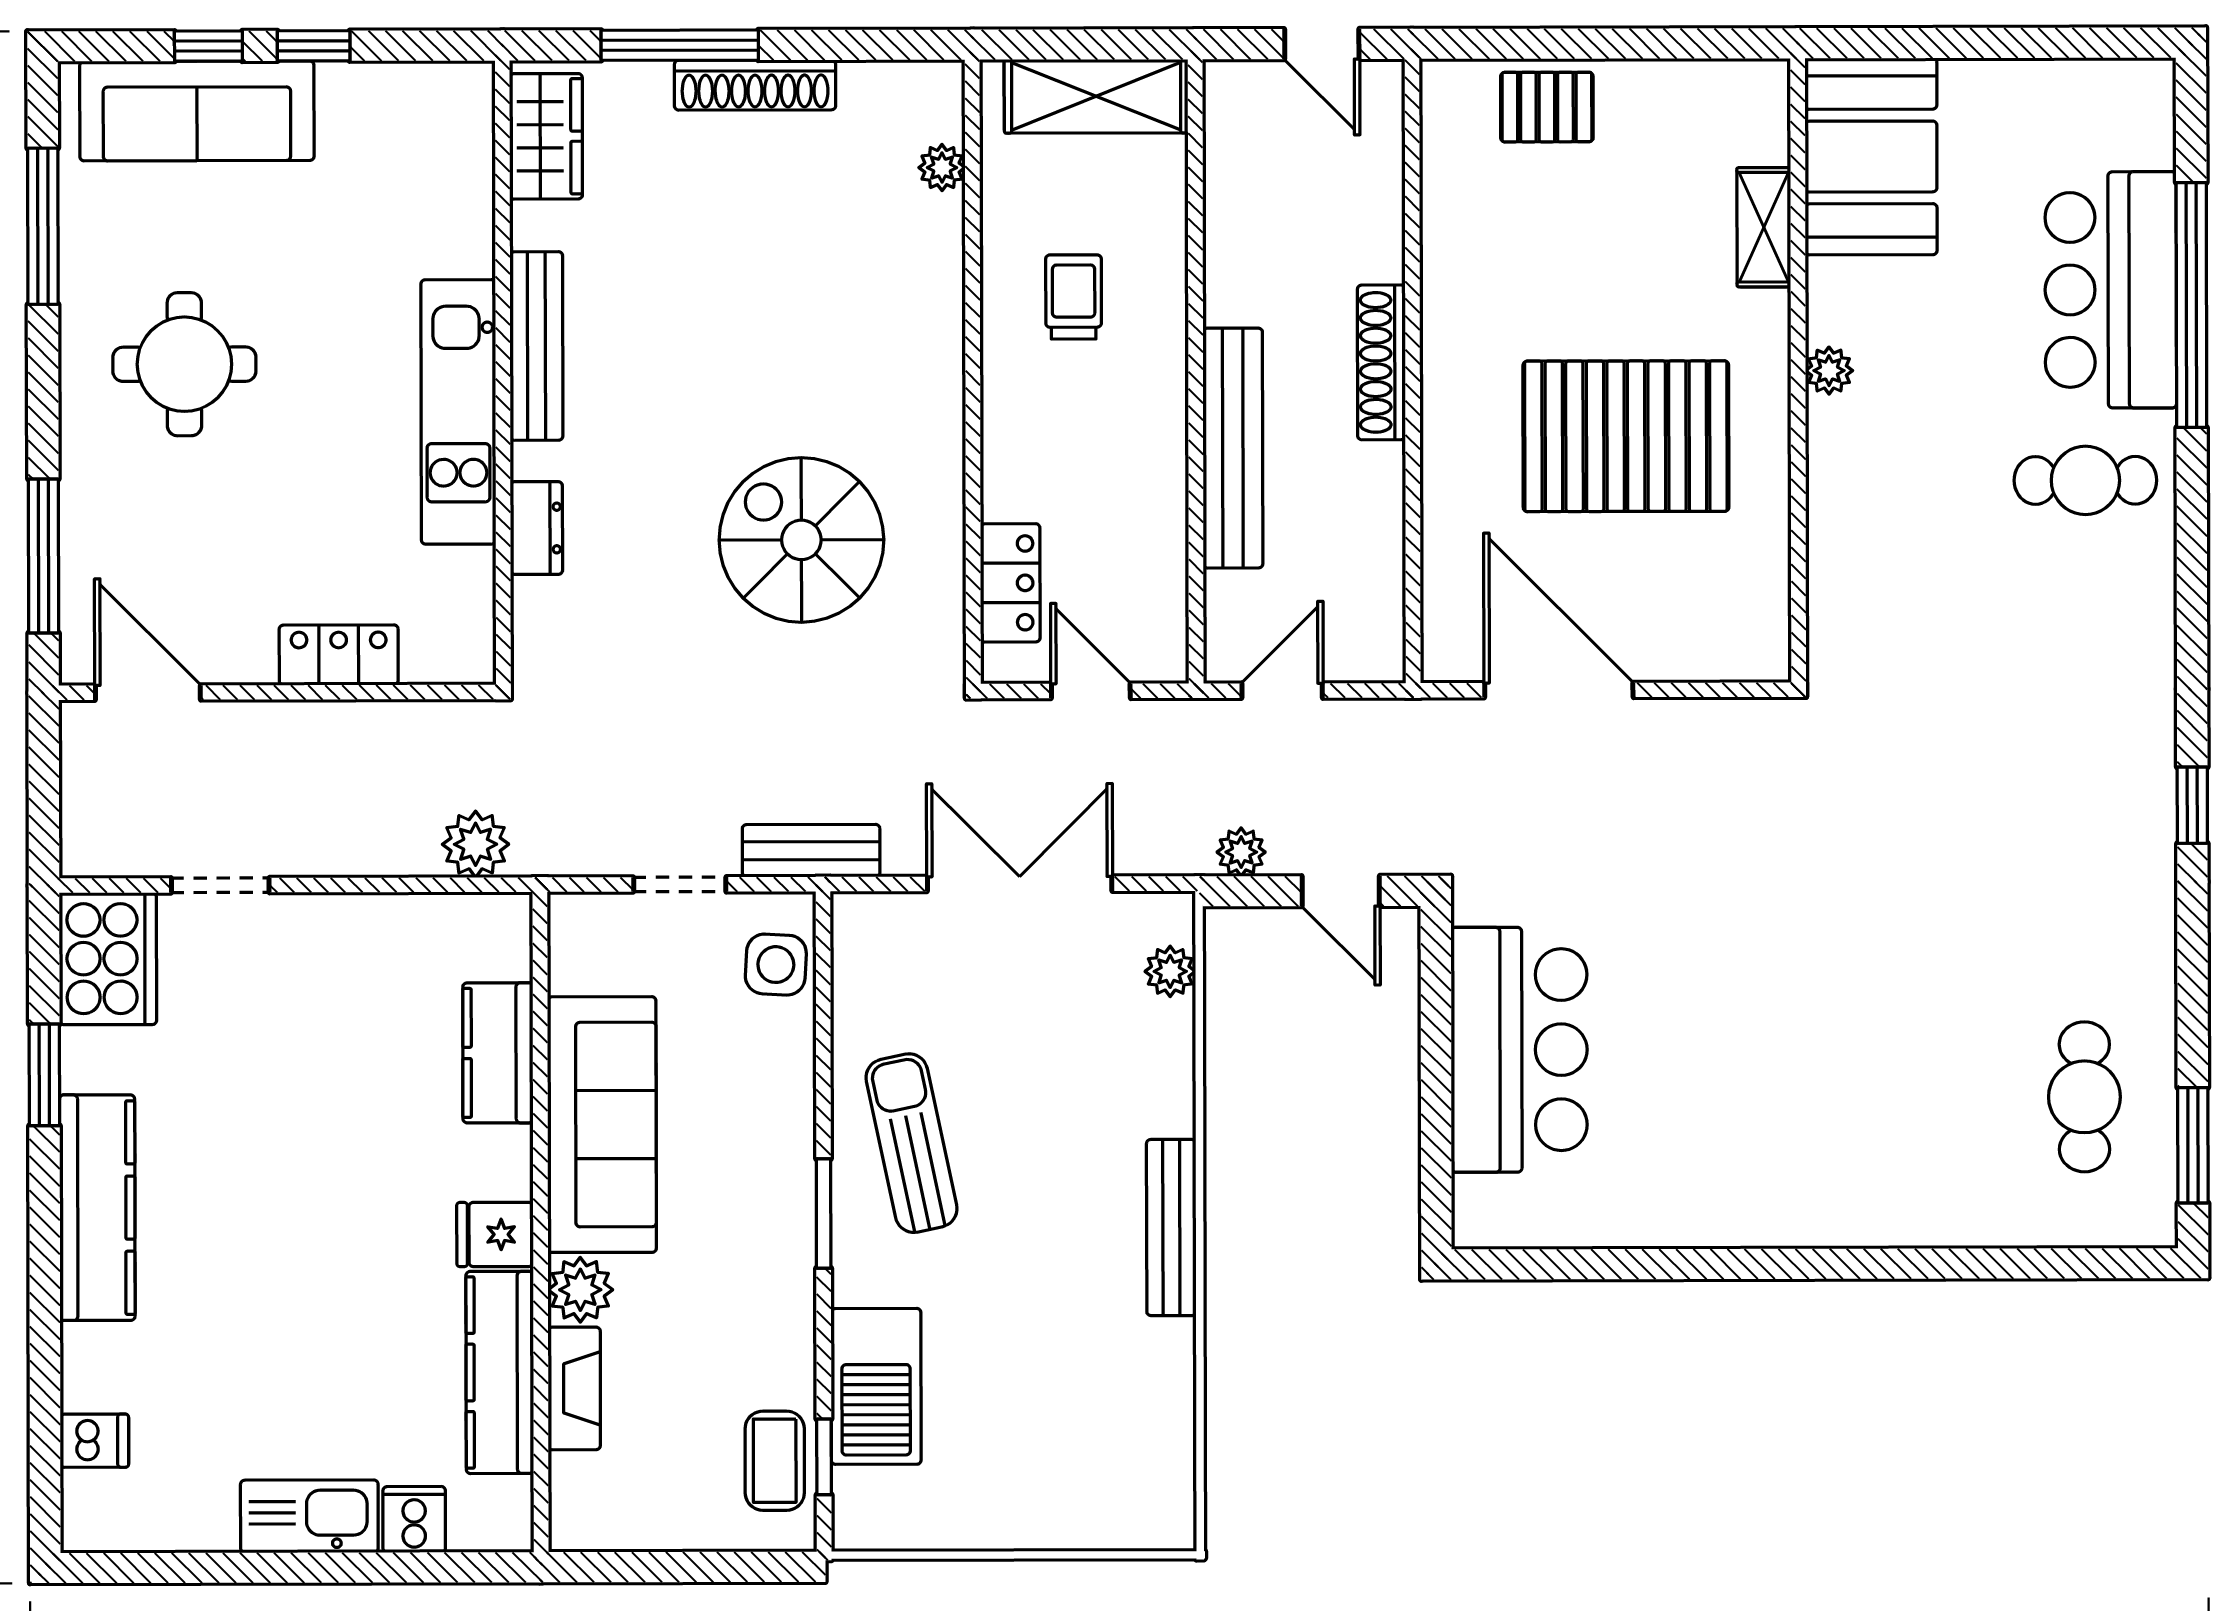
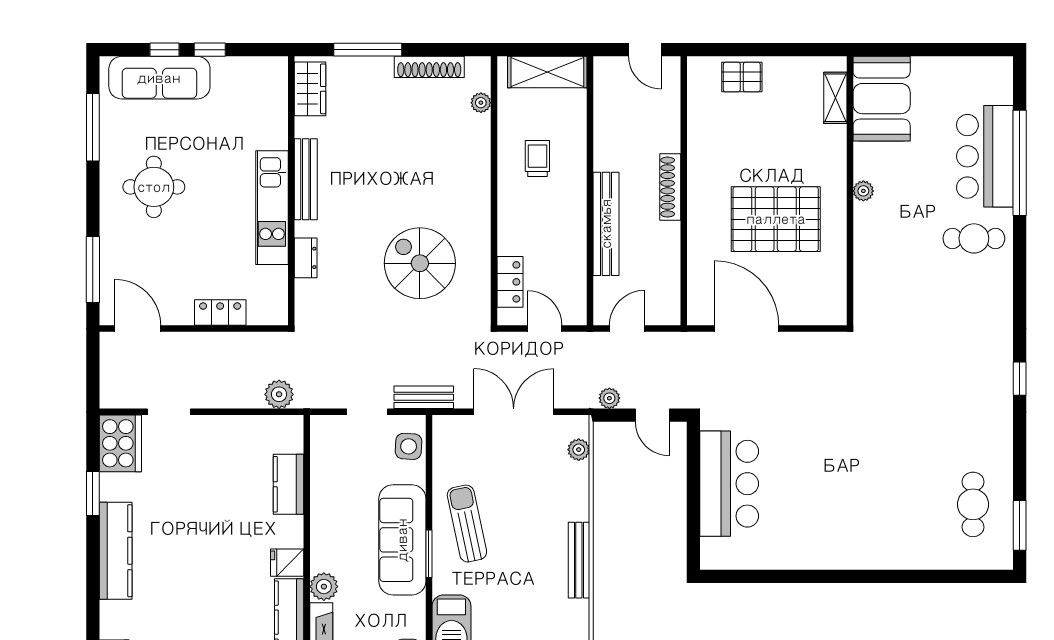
shoe rack: (755, 85) -> (429, 67), moved
shelving: (1764, 227) -> (835, 98), moved
sofa: (602, 1125) -> (402, 540), moved, turned 180

